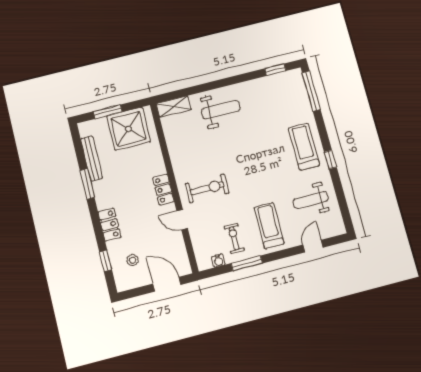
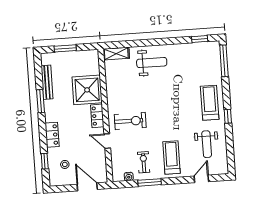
shower: (129, 129) -> (87, 90), moved
weight bench: (311, 200) -> (207, 144), turned -90

